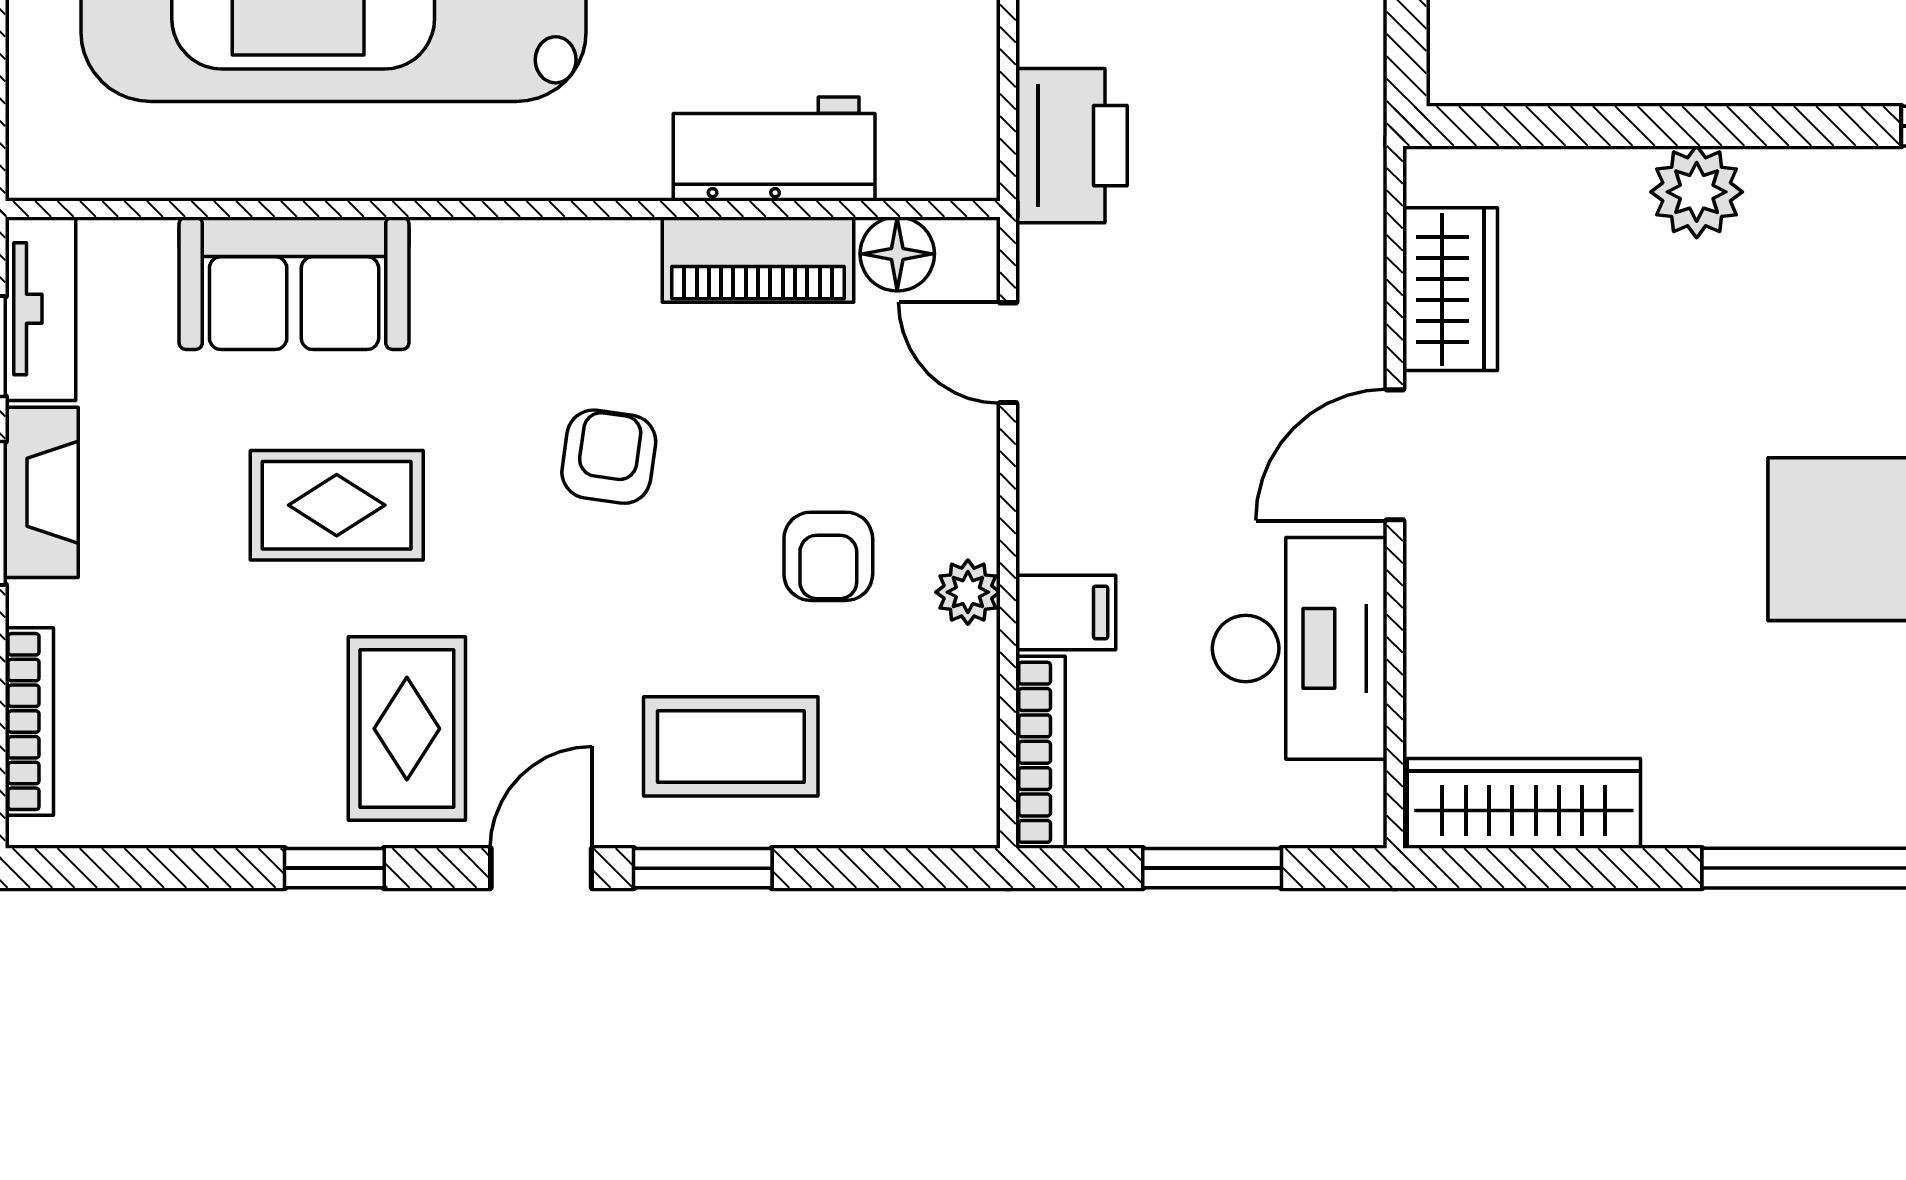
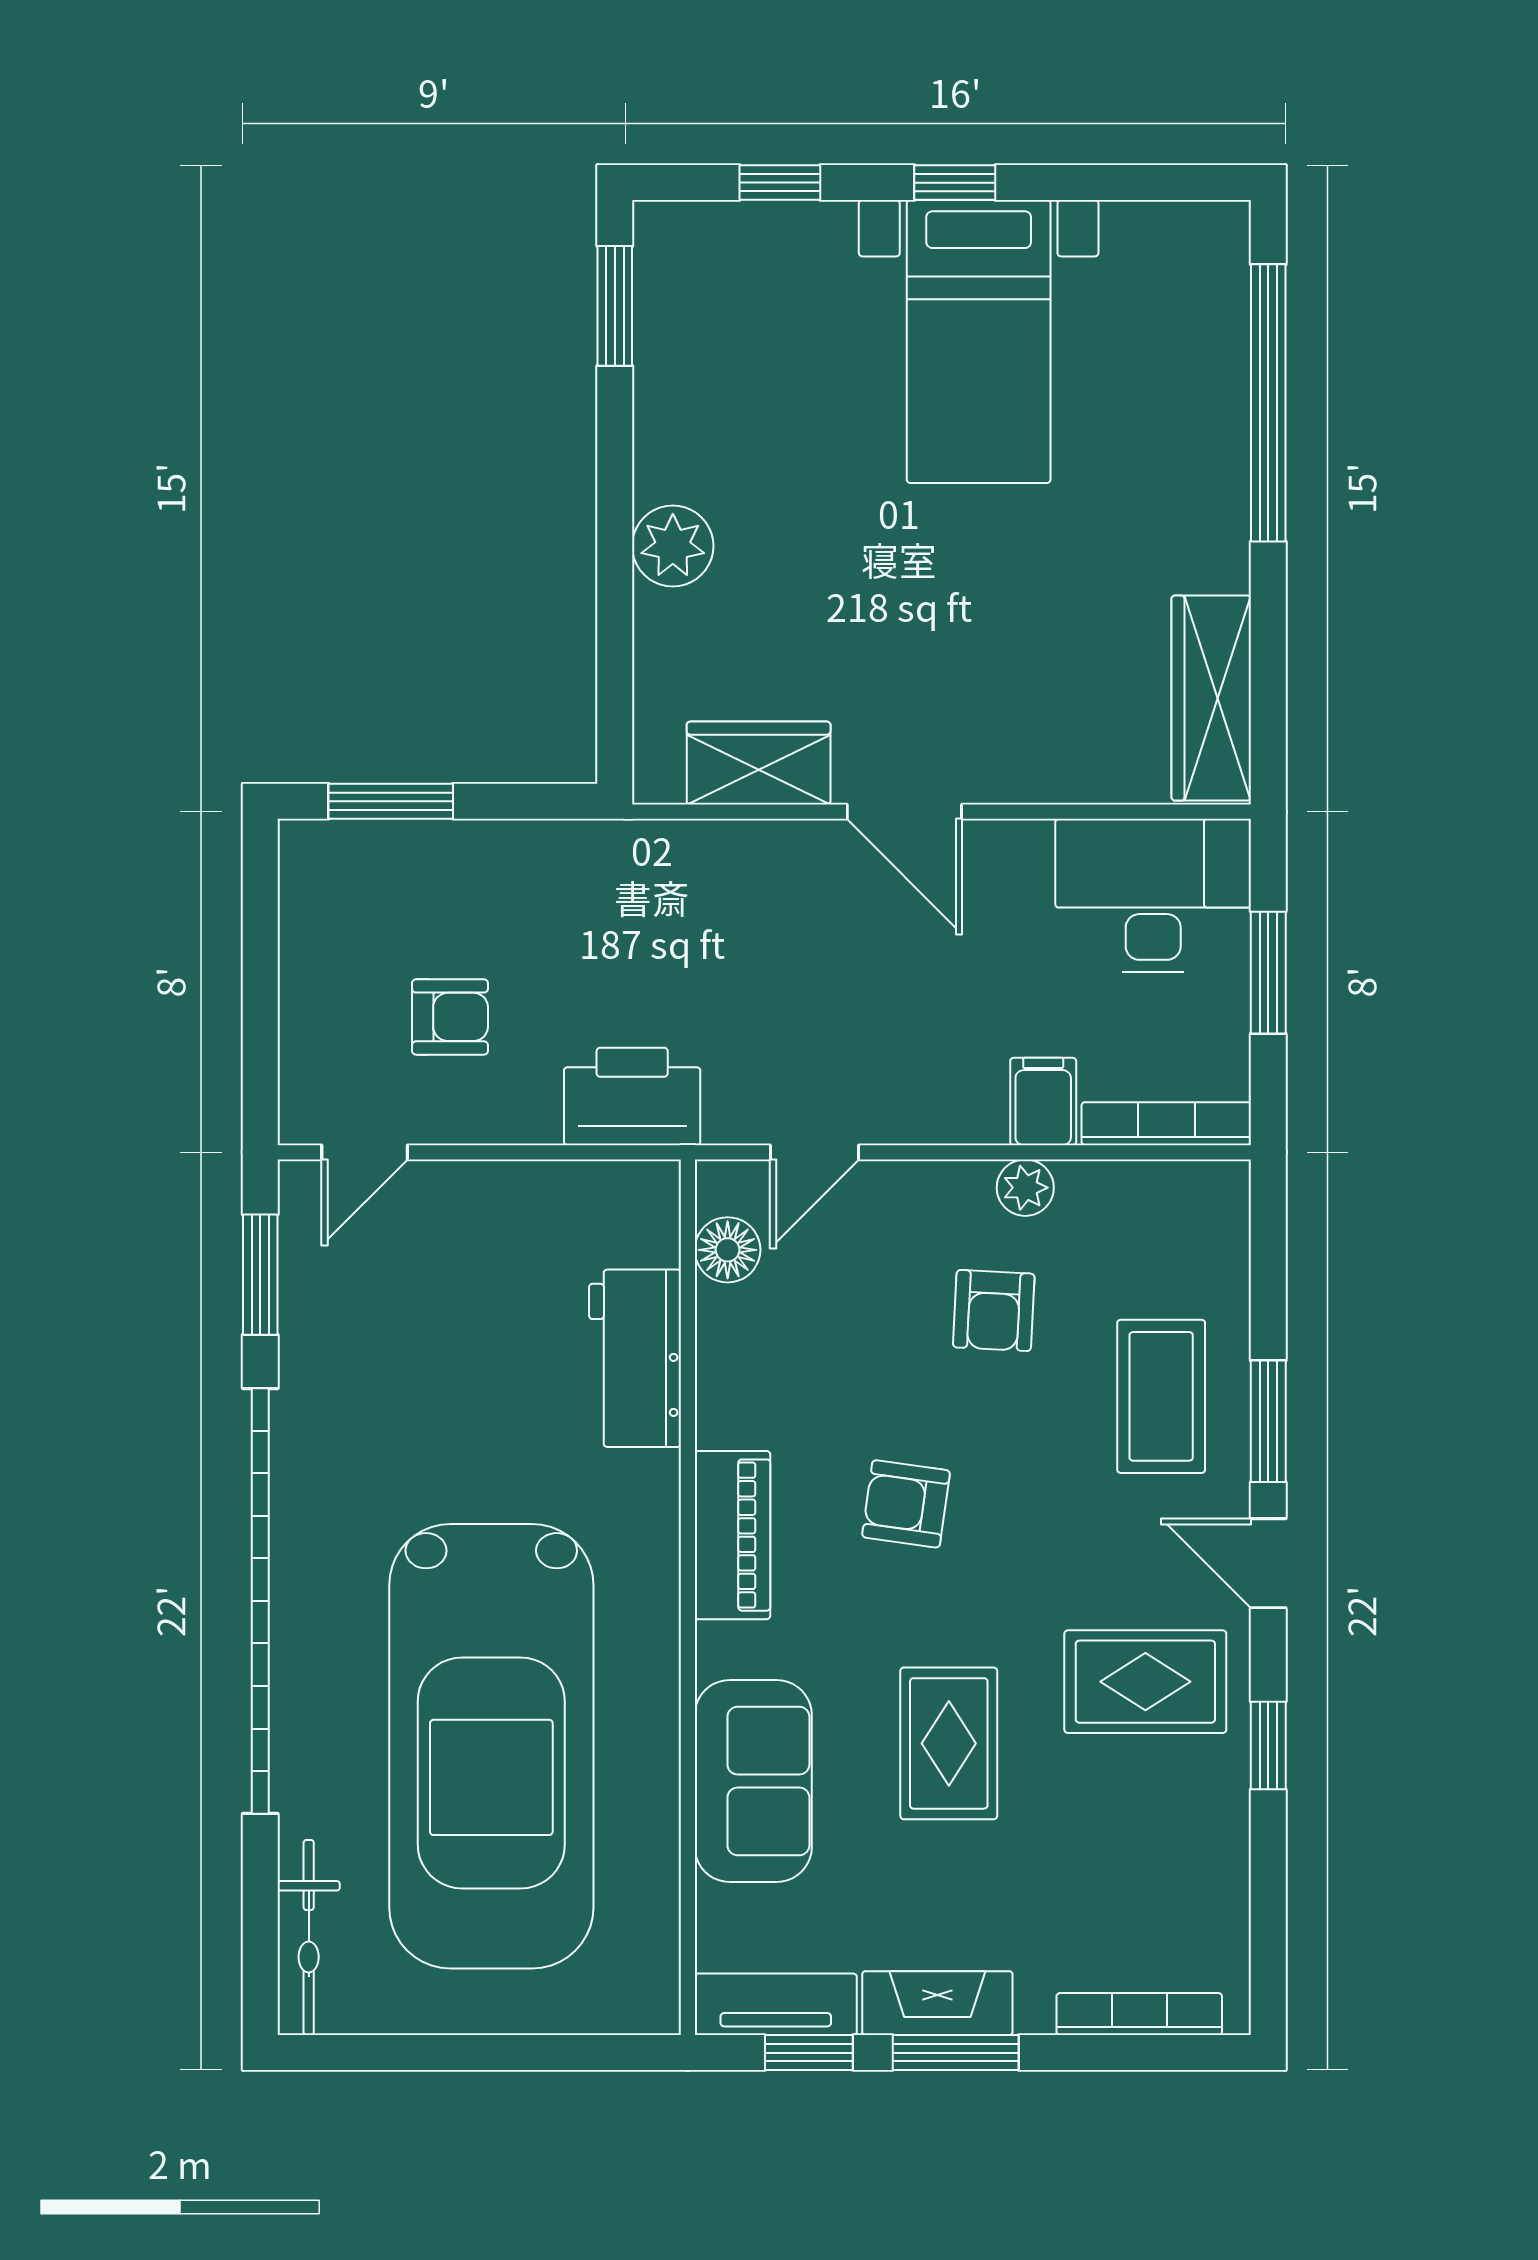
piano: (758, 260) -> (732, 1535), moved
armchair: (828, 556) -> (994, 1311), turned 93
desk: (1300, 648) -> (1153, 895), moved

